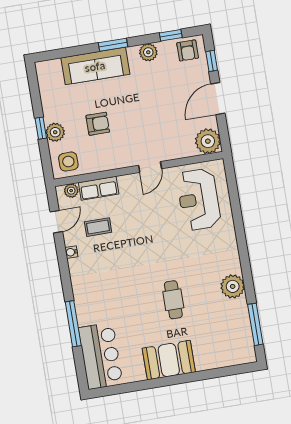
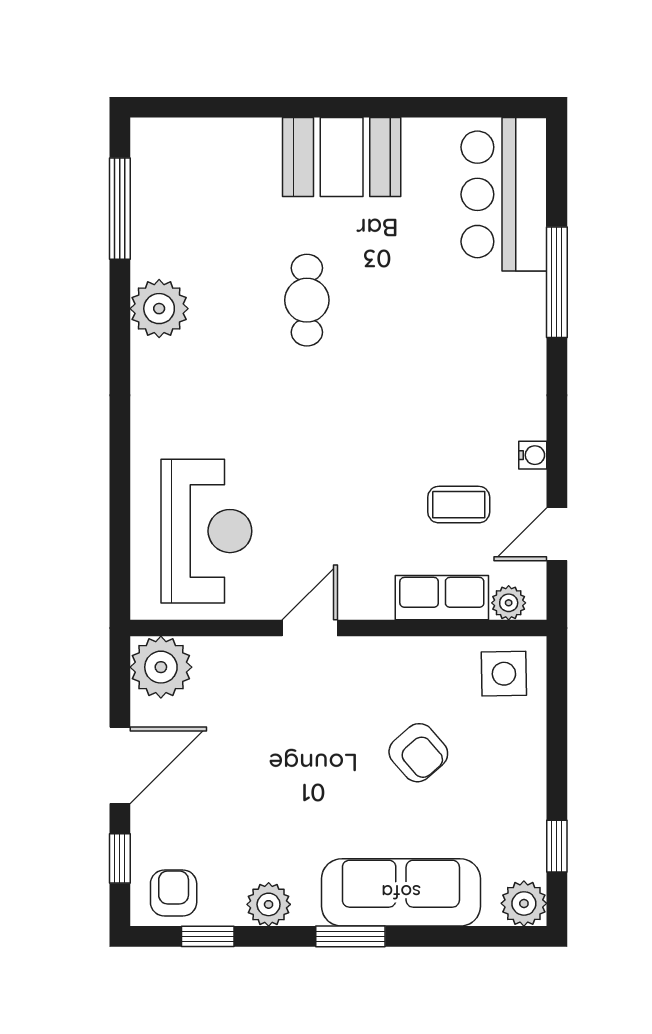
armchair: (98, 124) -> (418, 753), turned -131
window: (41, 128) -> (557, 846), moved
plant: (55, 132) -> (524, 903), moved

